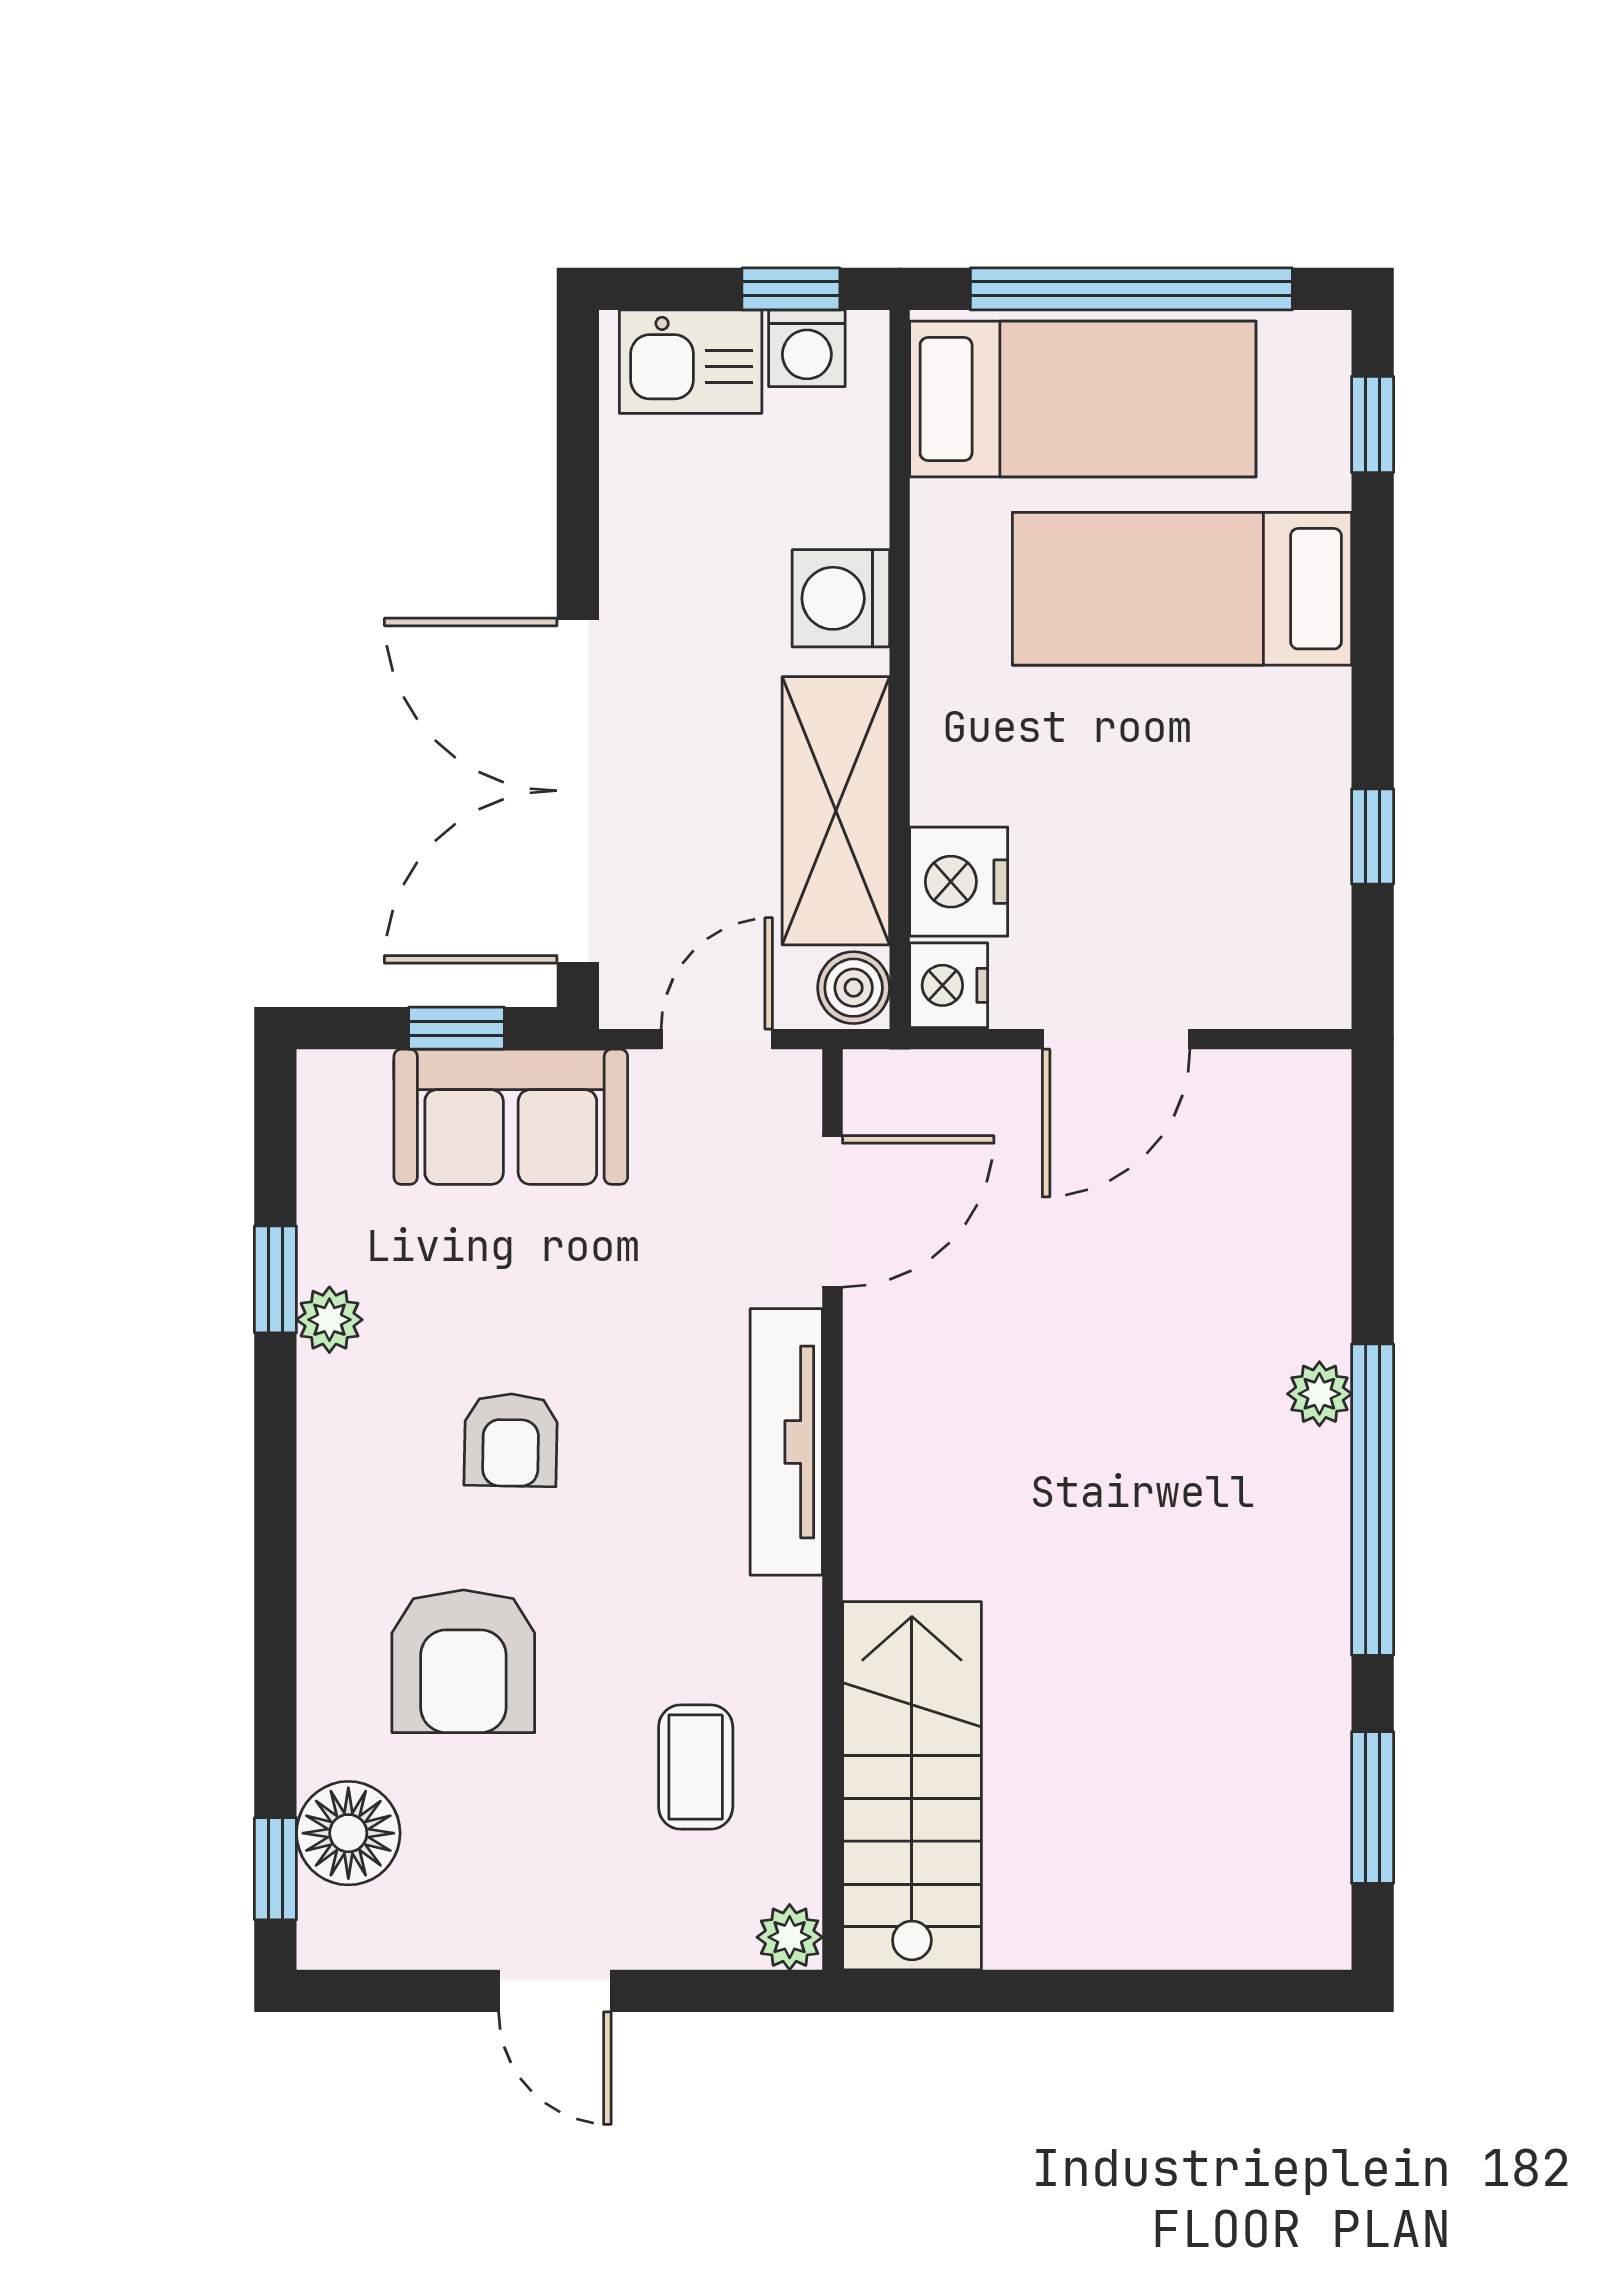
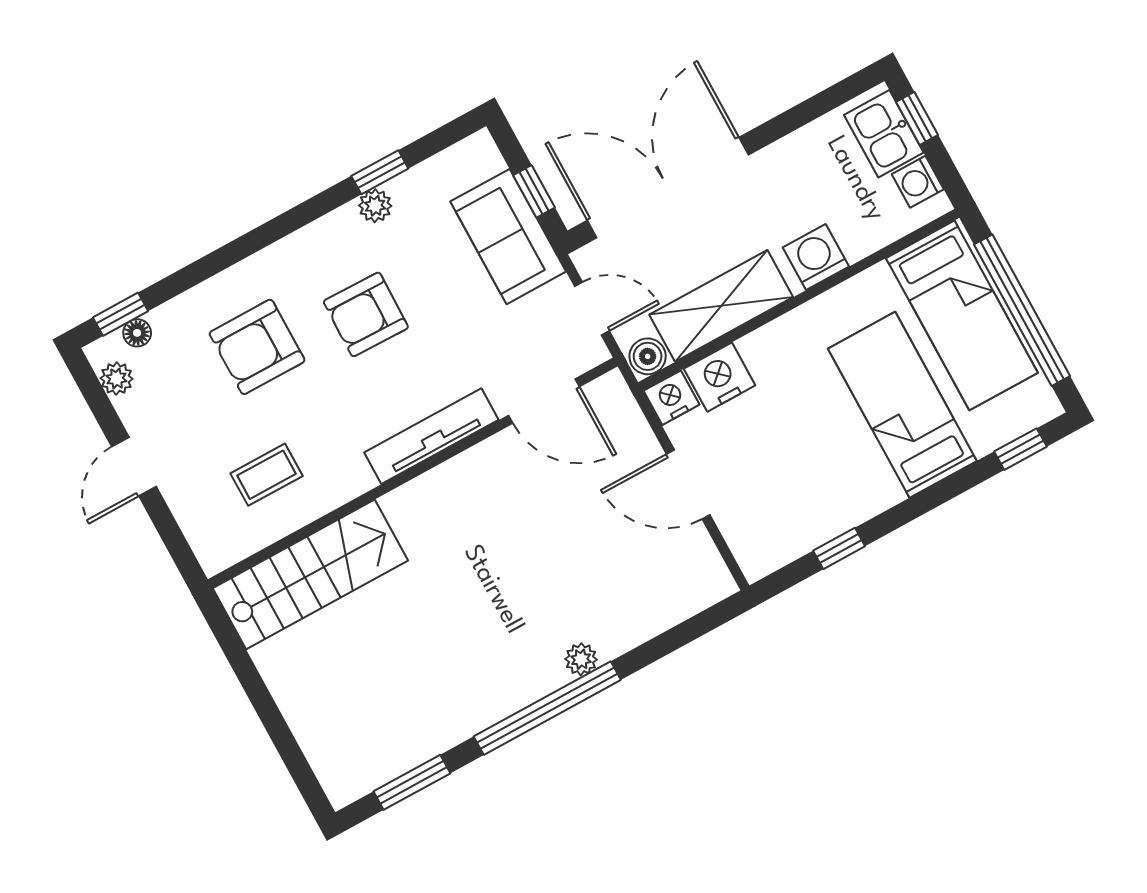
window: (791, 289) -> (917, 118), moved
armchair: (511, 1440) -> (366, 314), width x1.38, depth x1.38
floor lamp: (348, 1833) -> (137, 333), width x0.53, depth x0.53
plant: (790, 1937) -> (117, 379), moved

